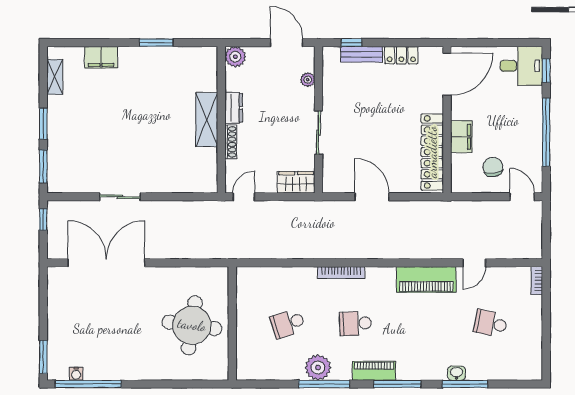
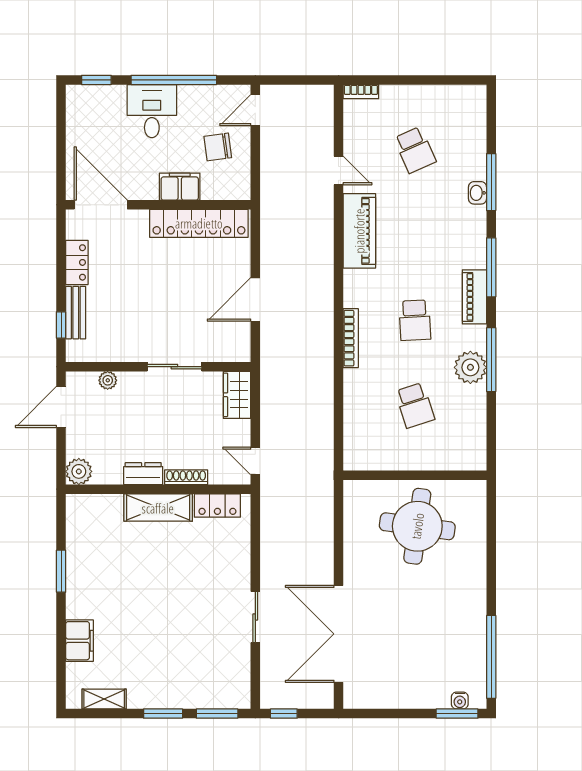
desk: (521, 66) -> (152, 111), moved
locker: (208, 167) -> (217, 505), added
school desk: (491, 323) -> (415, 150), turned -36
water cooler: (76, 374) -> (460, 701), moved, turned 90

